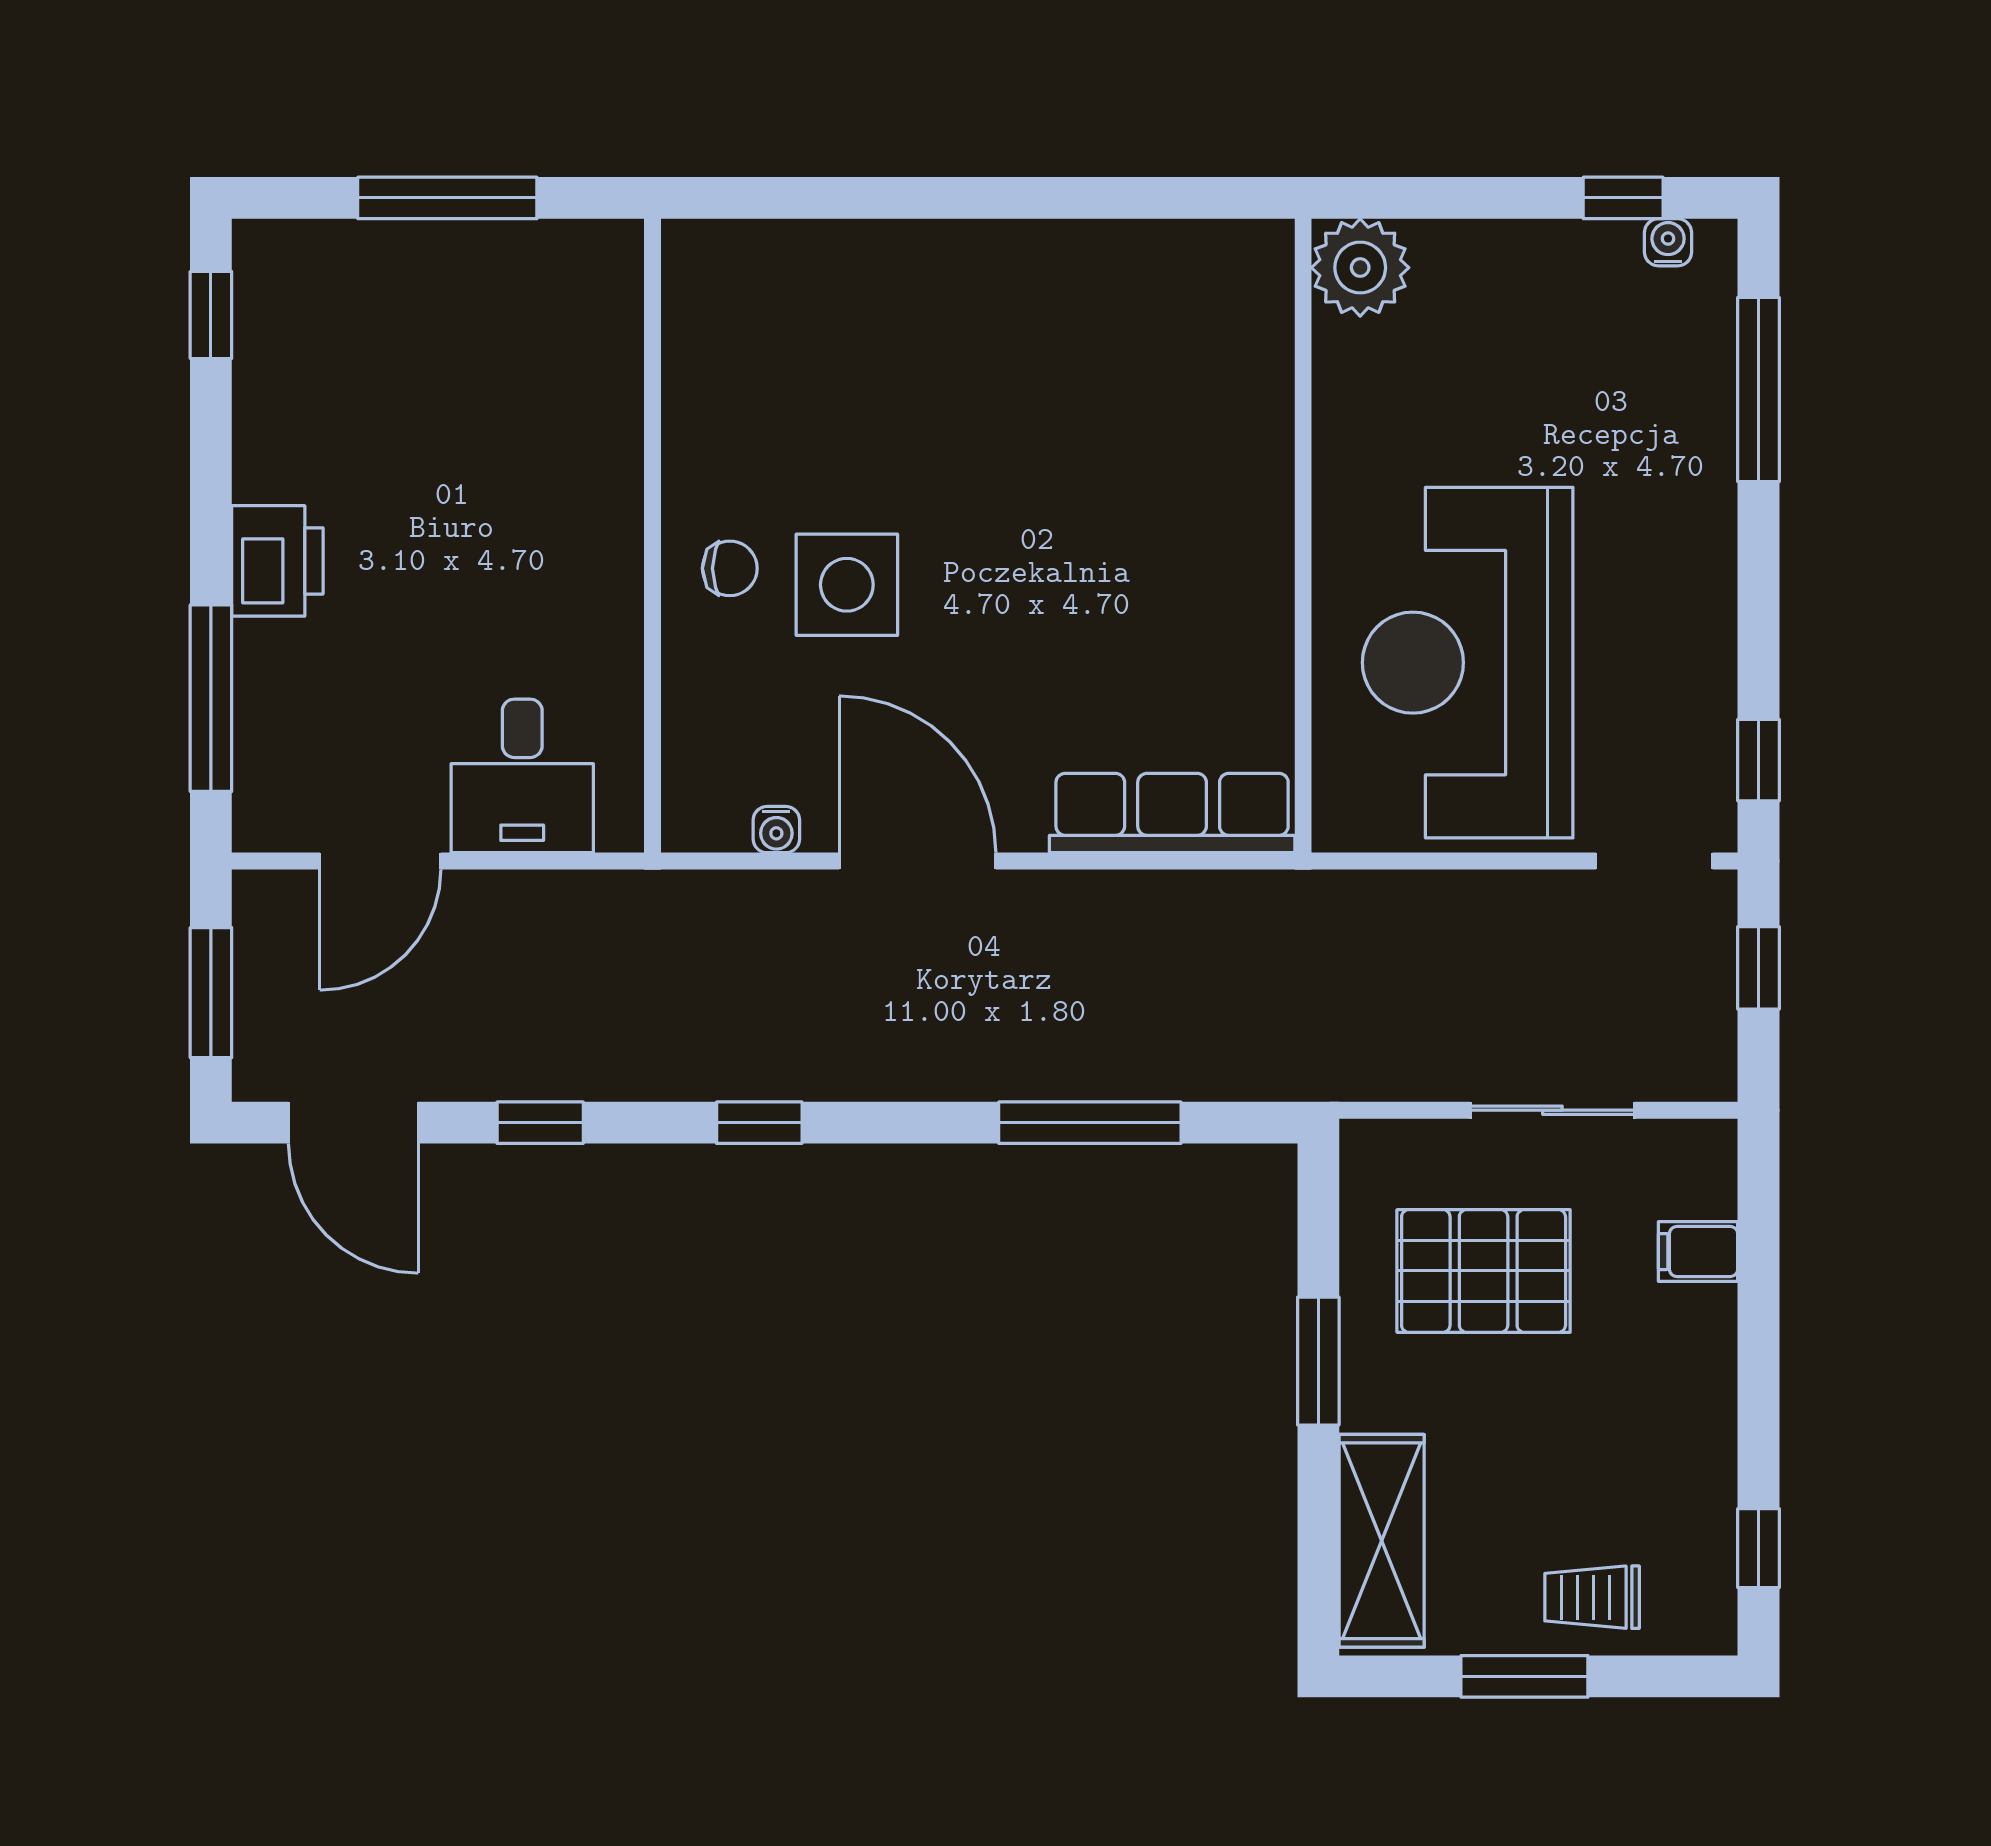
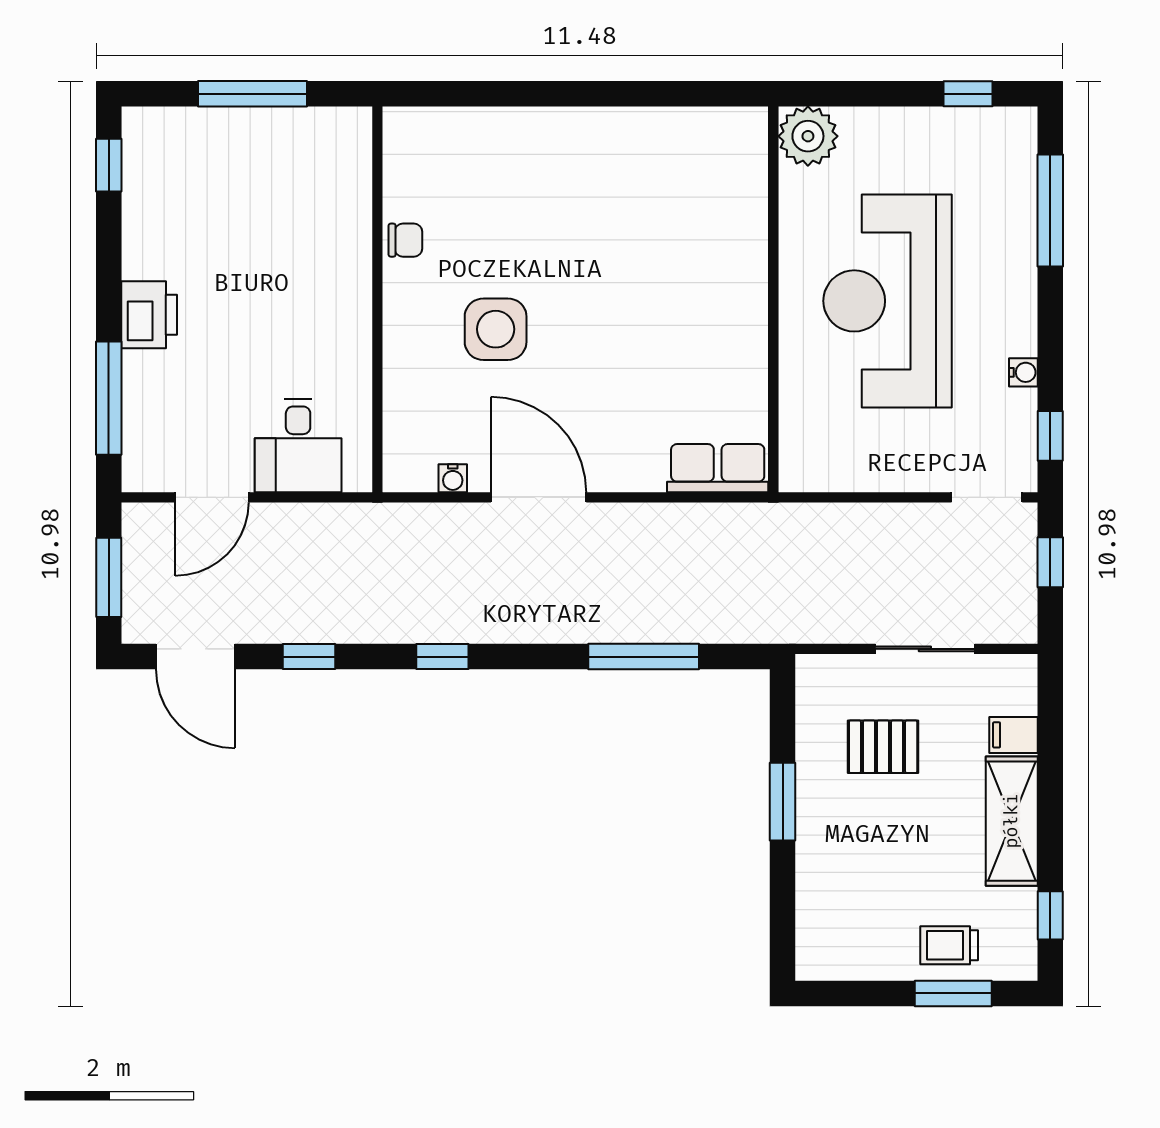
water cooler: (1668, 242) -> (1023, 372), moved, turned 90
chair: (730, 568) -> (405, 240), moved
reception desk: (1468, 663) -> (888, 301), moved
row of seats: (1172, 813) -> (718, 468), width x0.68
pallet: (1484, 1271) -> (883, 747), width x0.67, depth x0.71
shelving: (1382, 1541) -> (1012, 821), moved
window: (1524, 1676) -> (953, 993), moved

